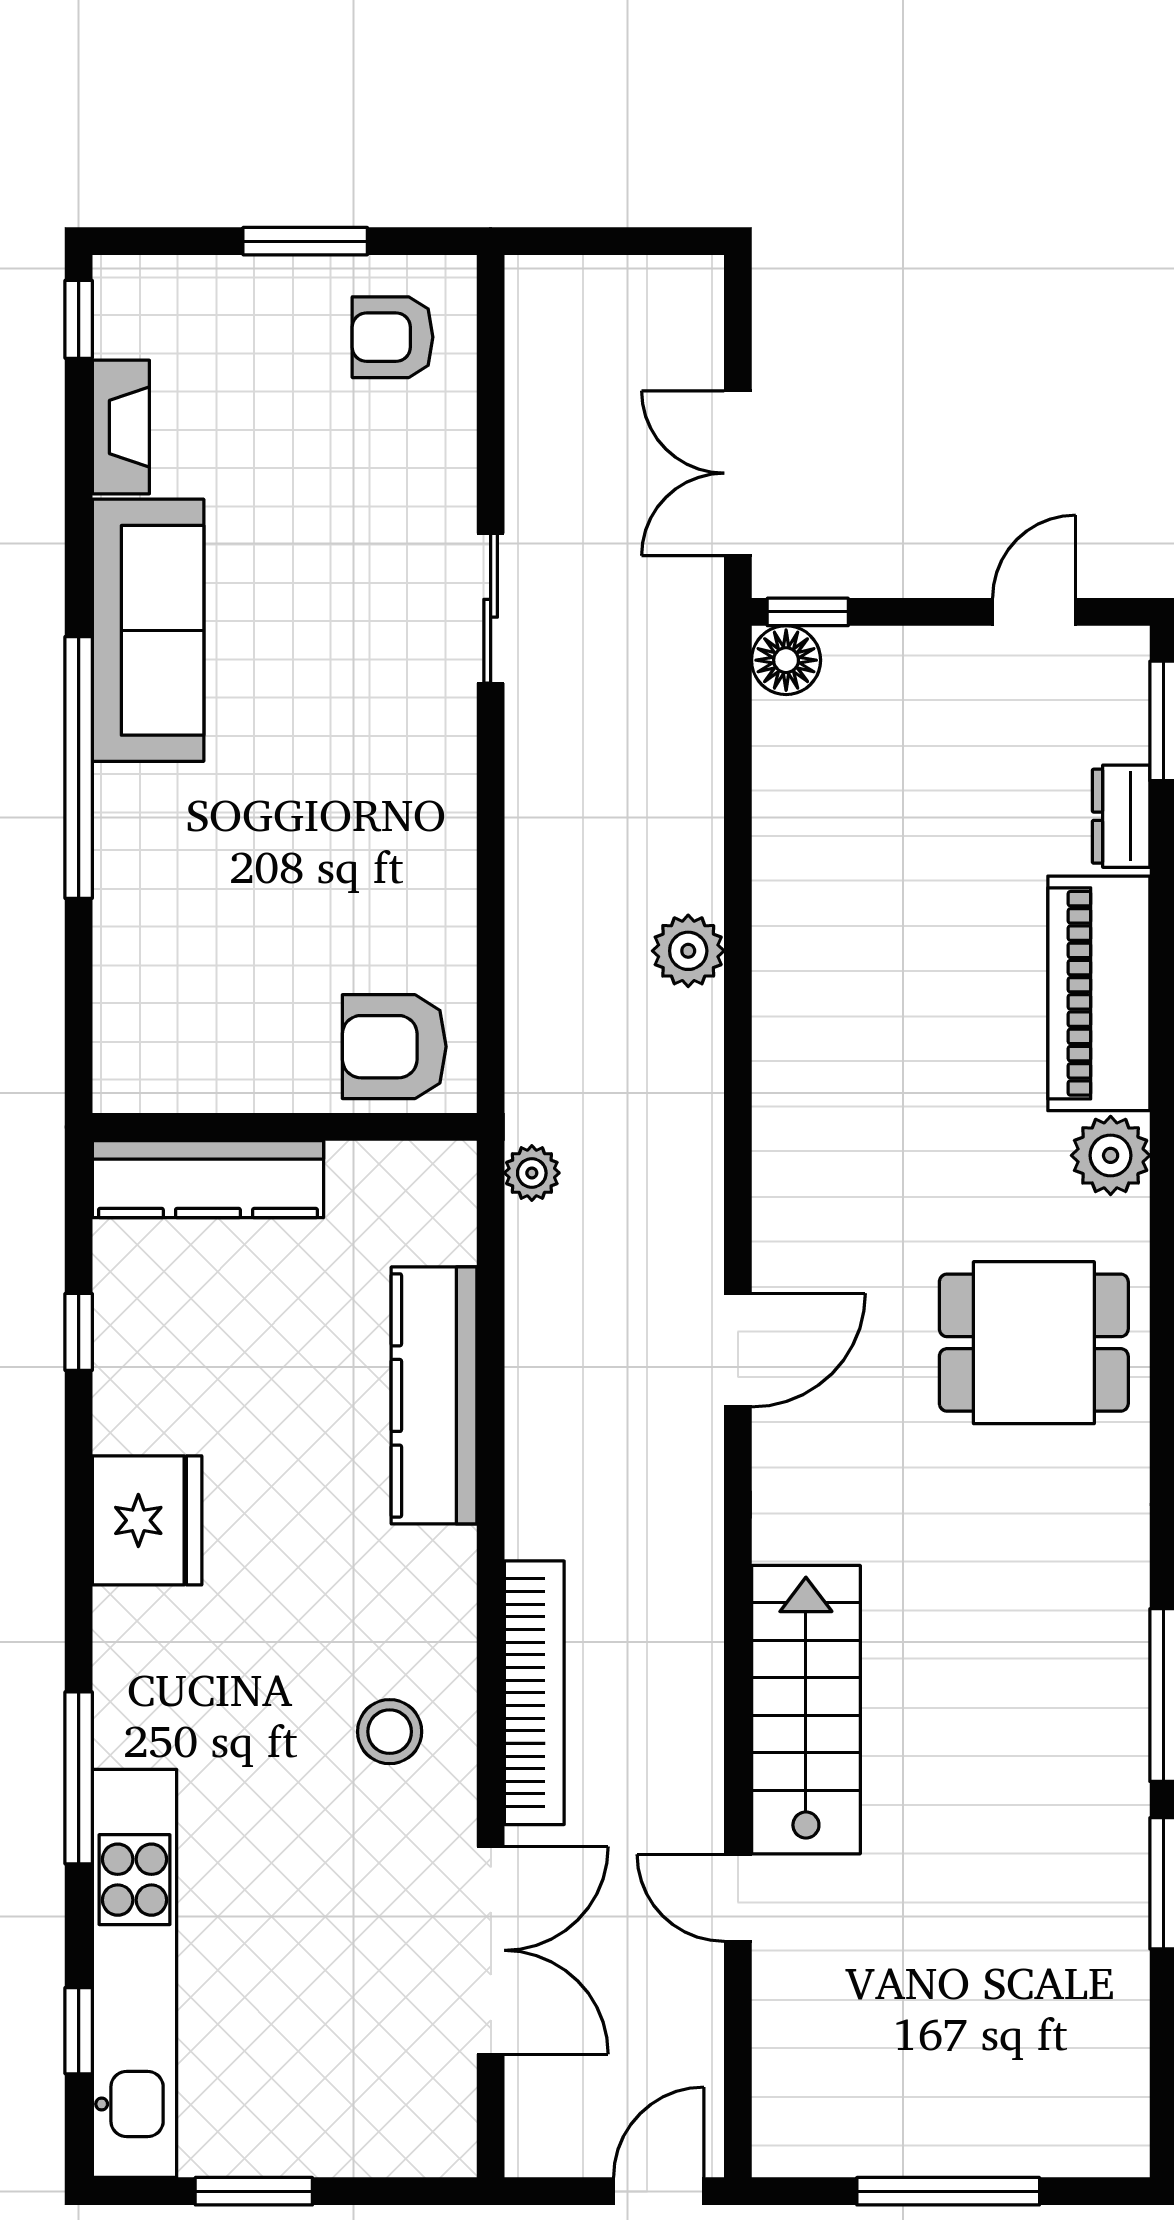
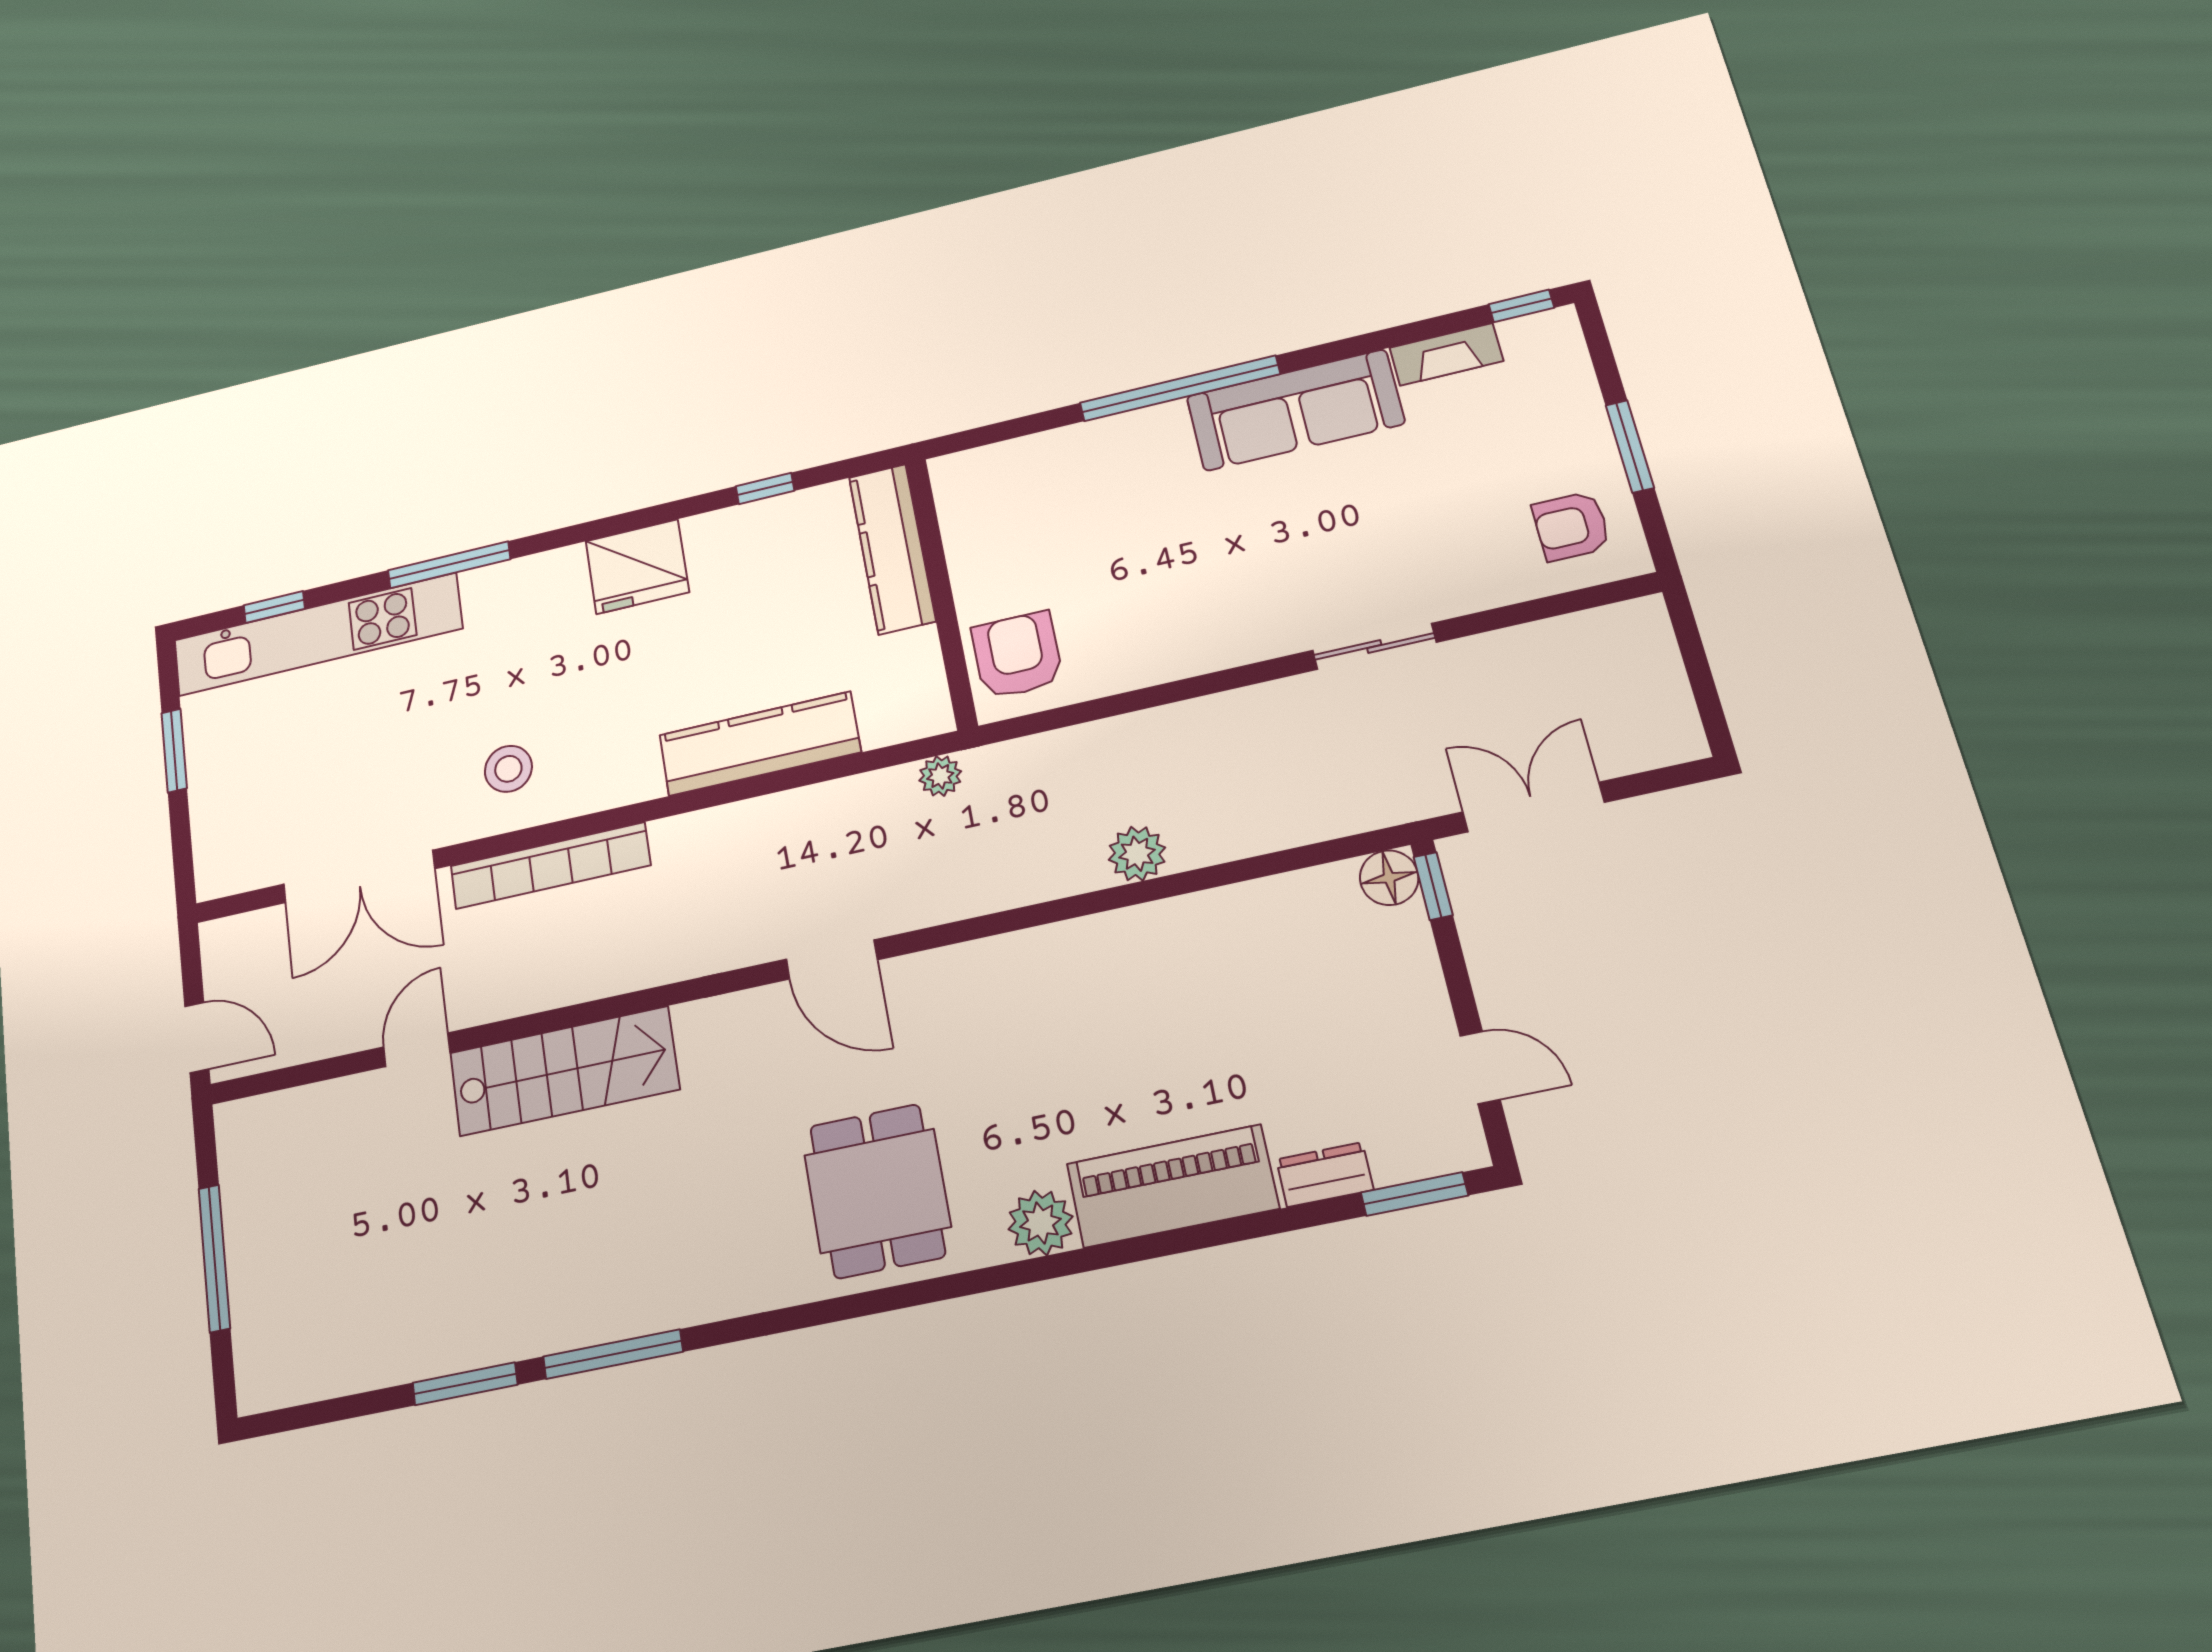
armchair: (393, 337) -> (1571, 526), turned -90

